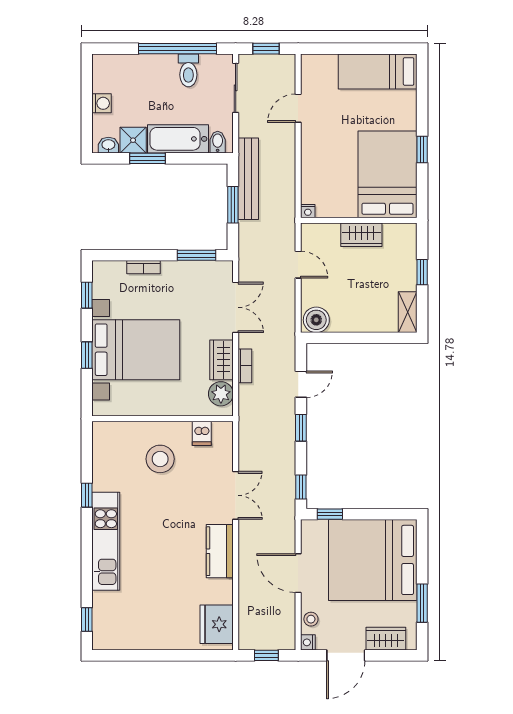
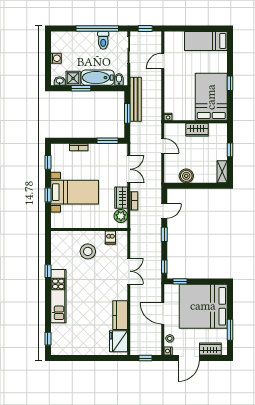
boiler: (316, 320) -> (186, 176), moved
bed with nightstands: (136, 350) -> (75, 192), width x0.73
kitchen counter: (220, 551) -> (120, 315), moved

